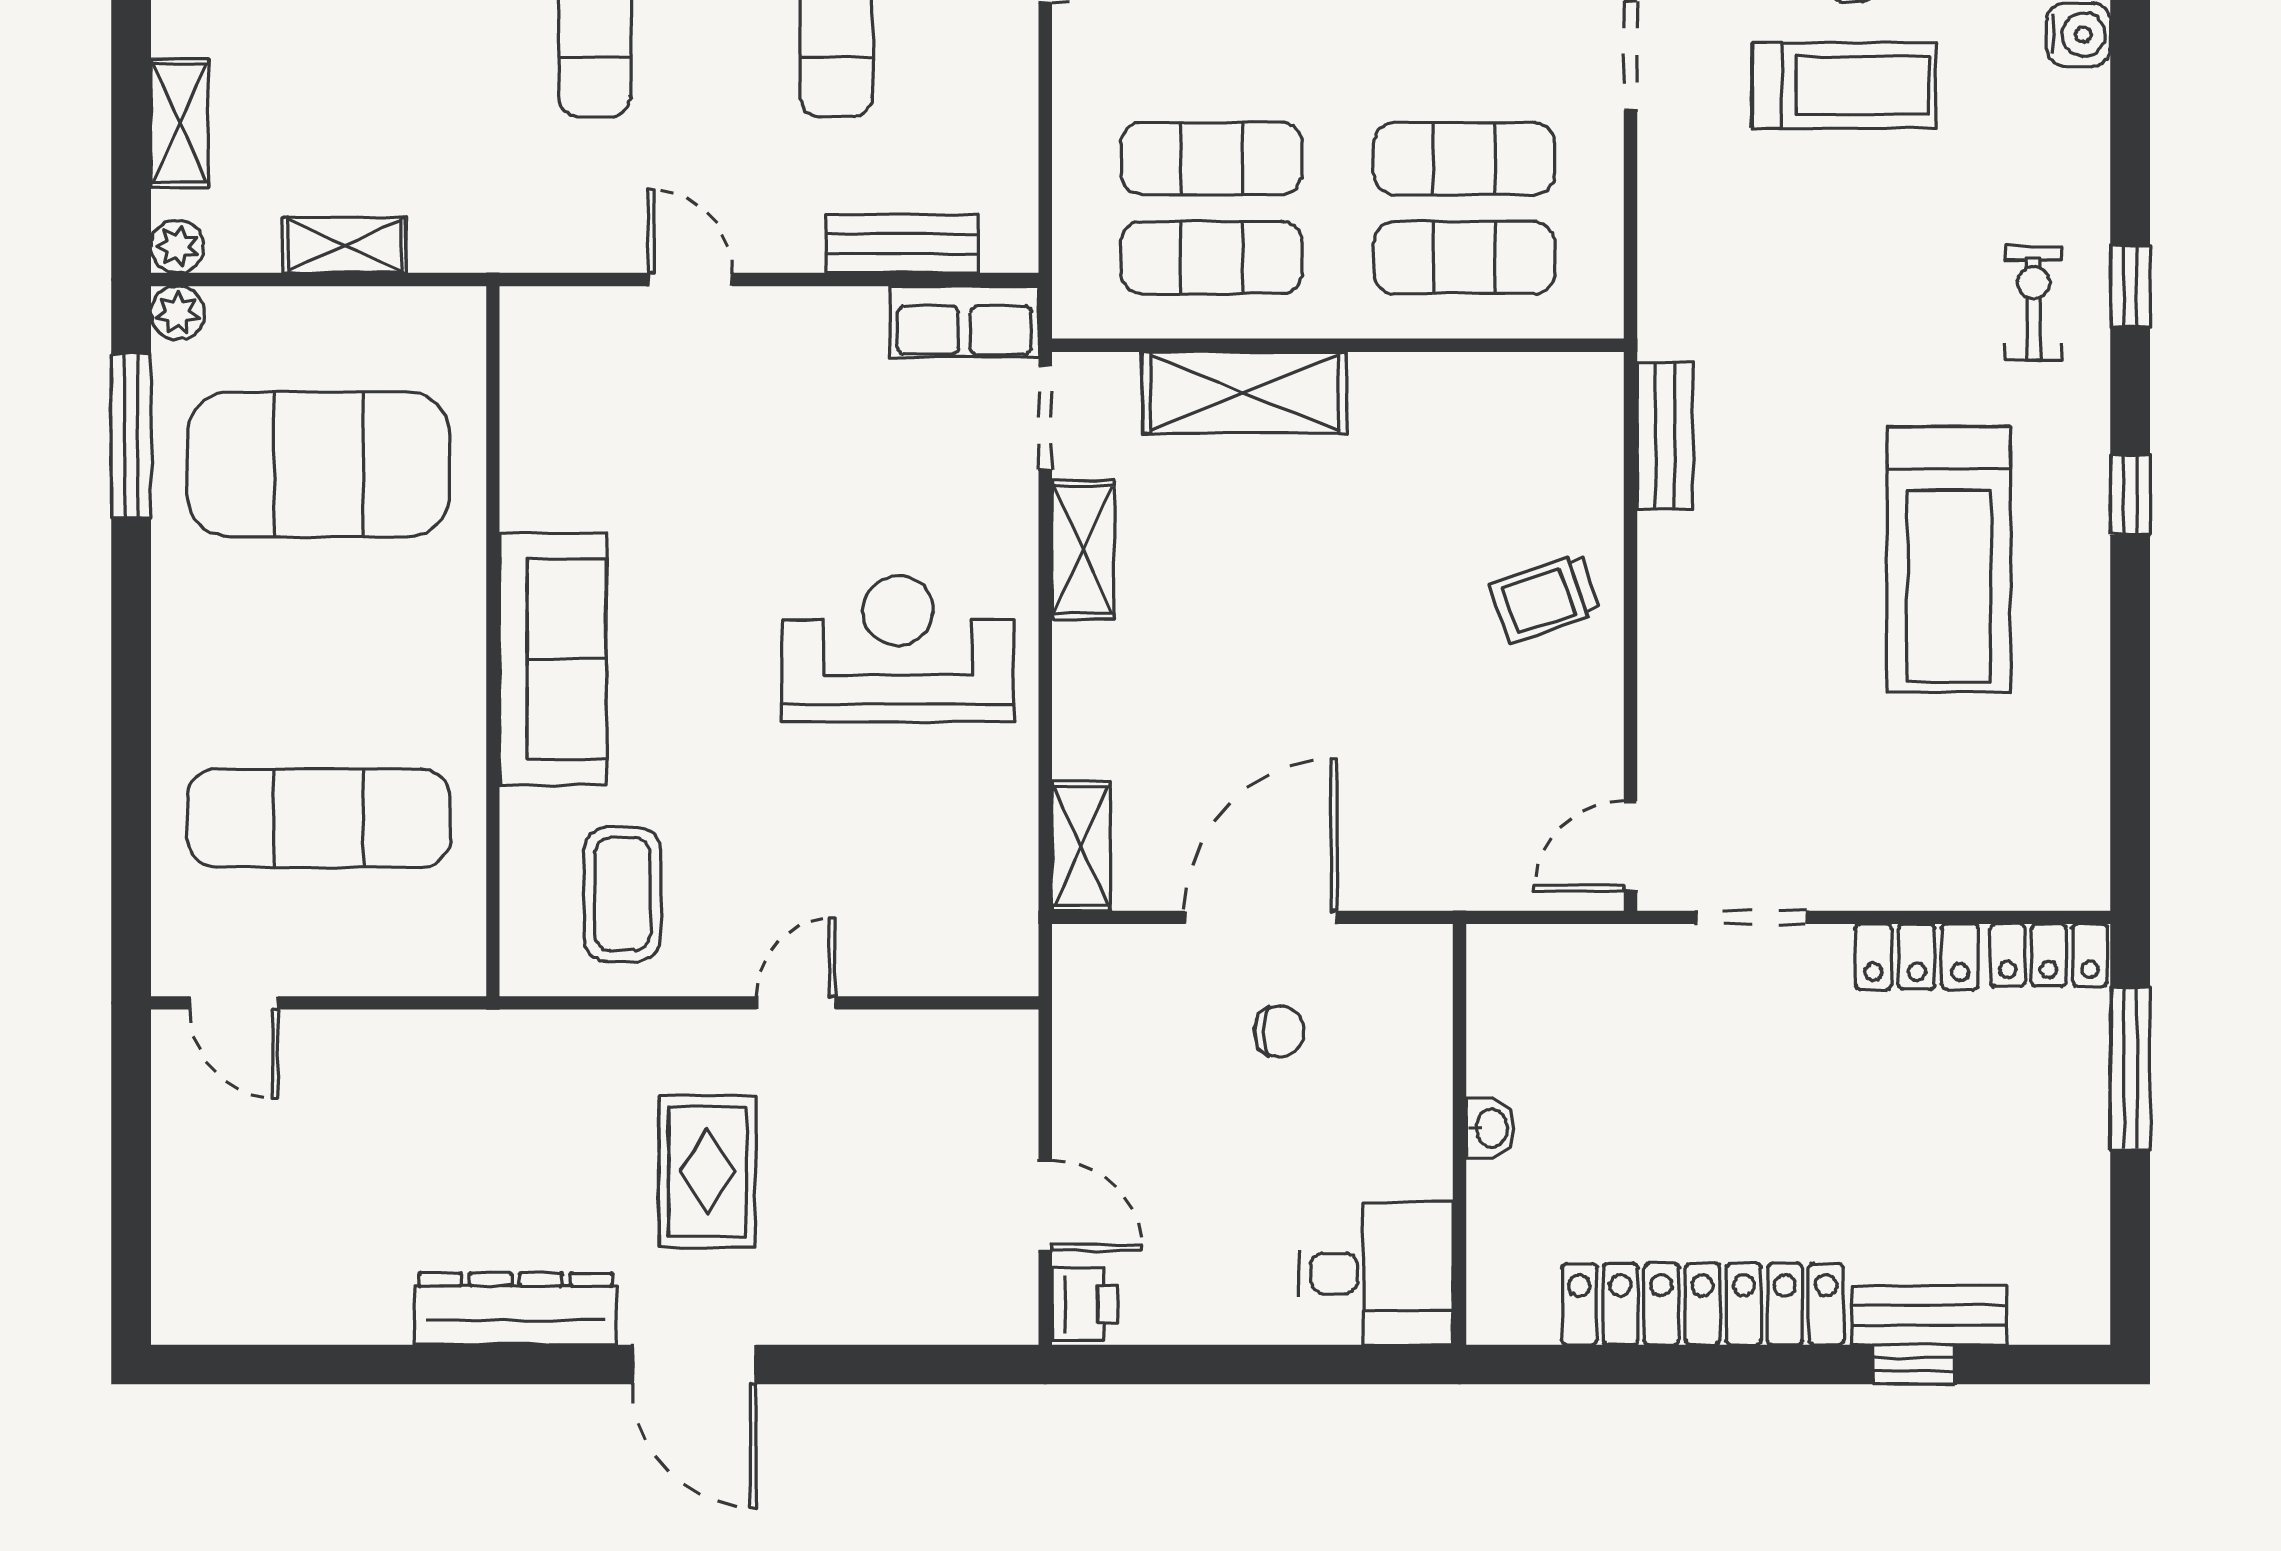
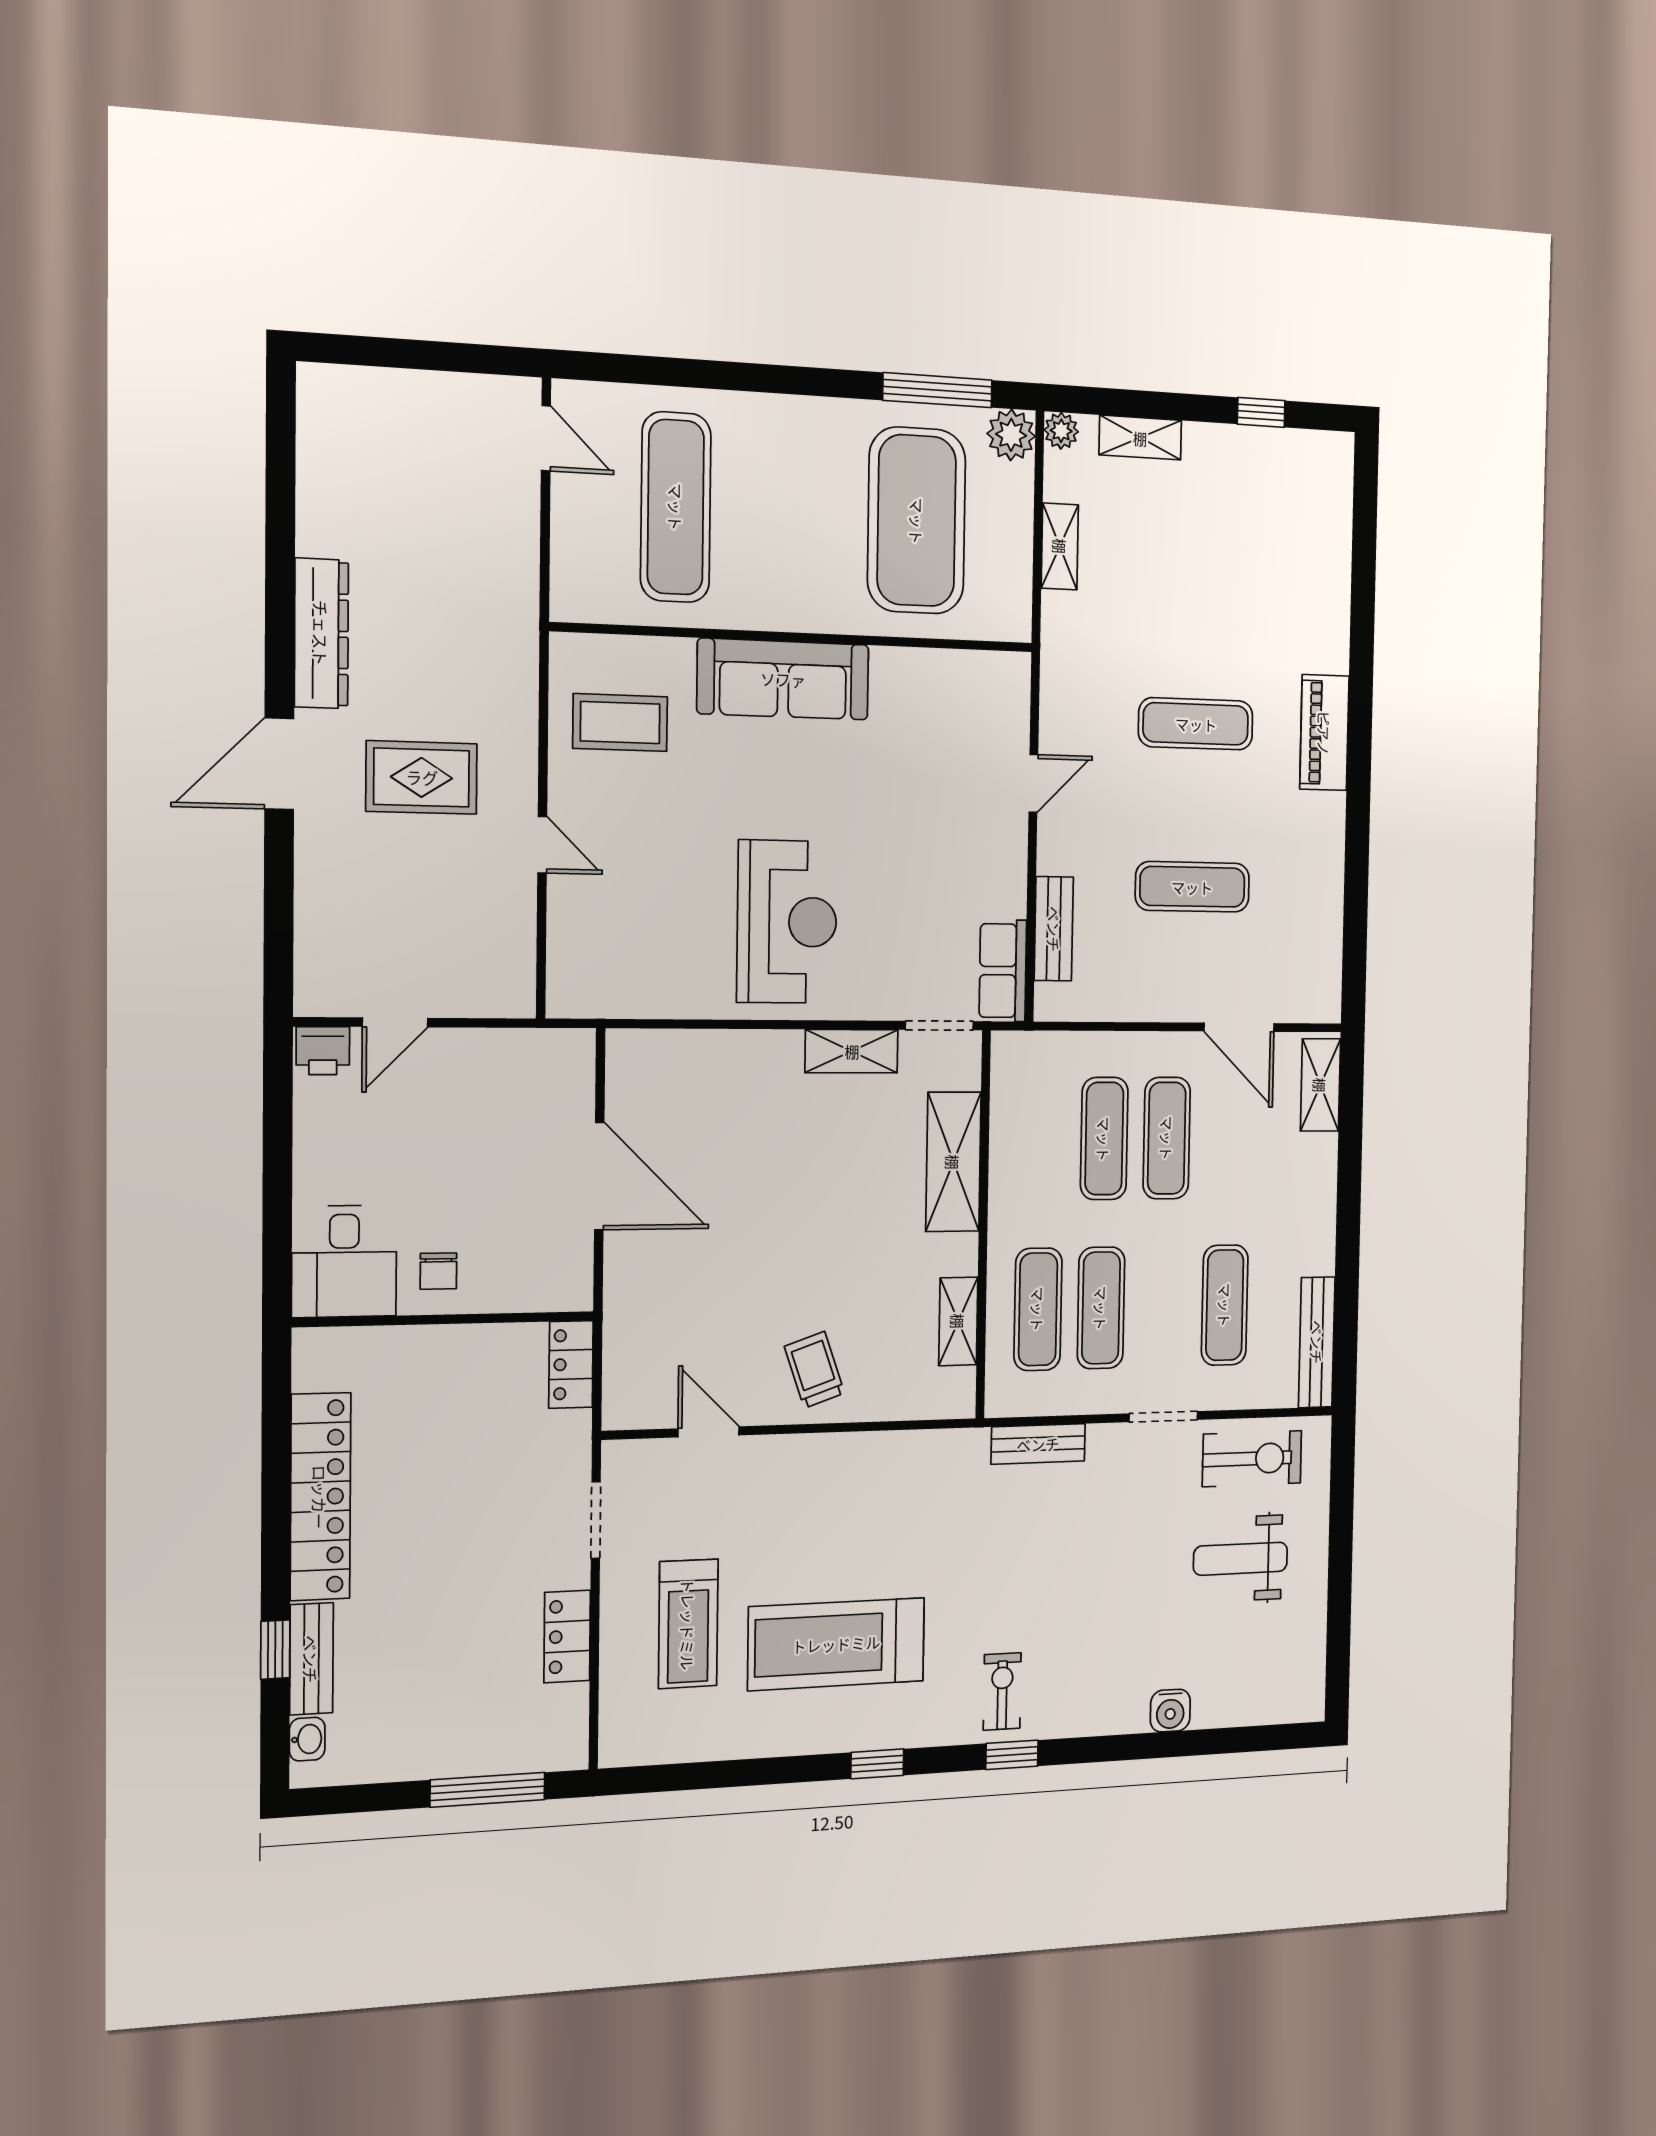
treadmill: (1844, 85) -> (688, 1624), moved
exercise mat: (1212, 258) -> (1167, 1138), moved
exercise bike: (2034, 303) -> (1002, 1691), turned -90
plant: (178, 313) -> (1011, 435), width x1.38, depth x1.38
bench: (1665, 436) -> (1038, 1444), moved
shelving: (1081, 846) -> (958, 1321), moved, turned 90
door: (1630, 846) -> (709, 1432), moved
locker: (2049, 955) -> (571, 1364), moved
door: (234, 1003) -> (546, 438), swing flipped
chair: (1279, 1031) -> (438, 1271), moved
washbasin: (1490, 1128) -> (307, 1739), moved, turned -90

